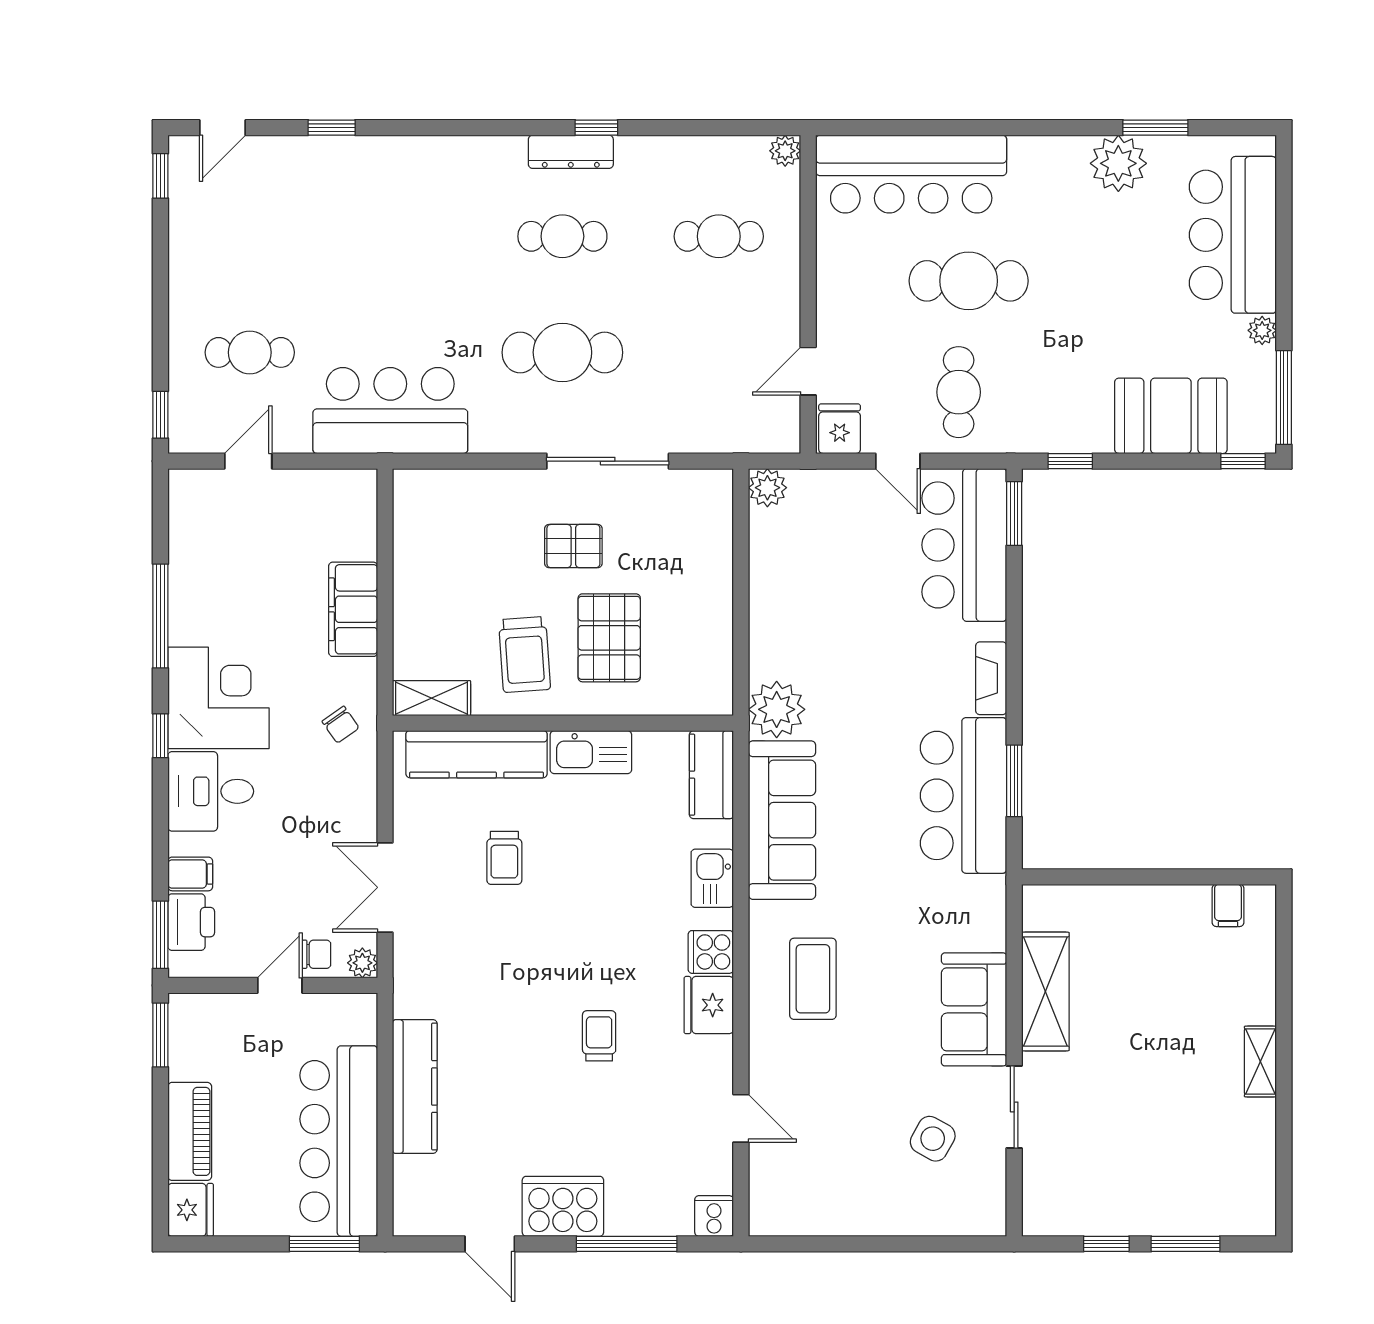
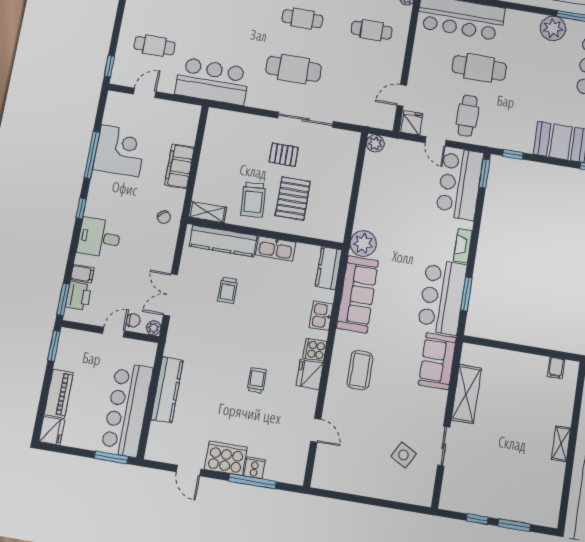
corner desk: (219, 698) -> (120, 151), moved
sofa: (974, 1009) -> (437, 361), moved
cooker: (714, 1216) -> (254, 468), moved

